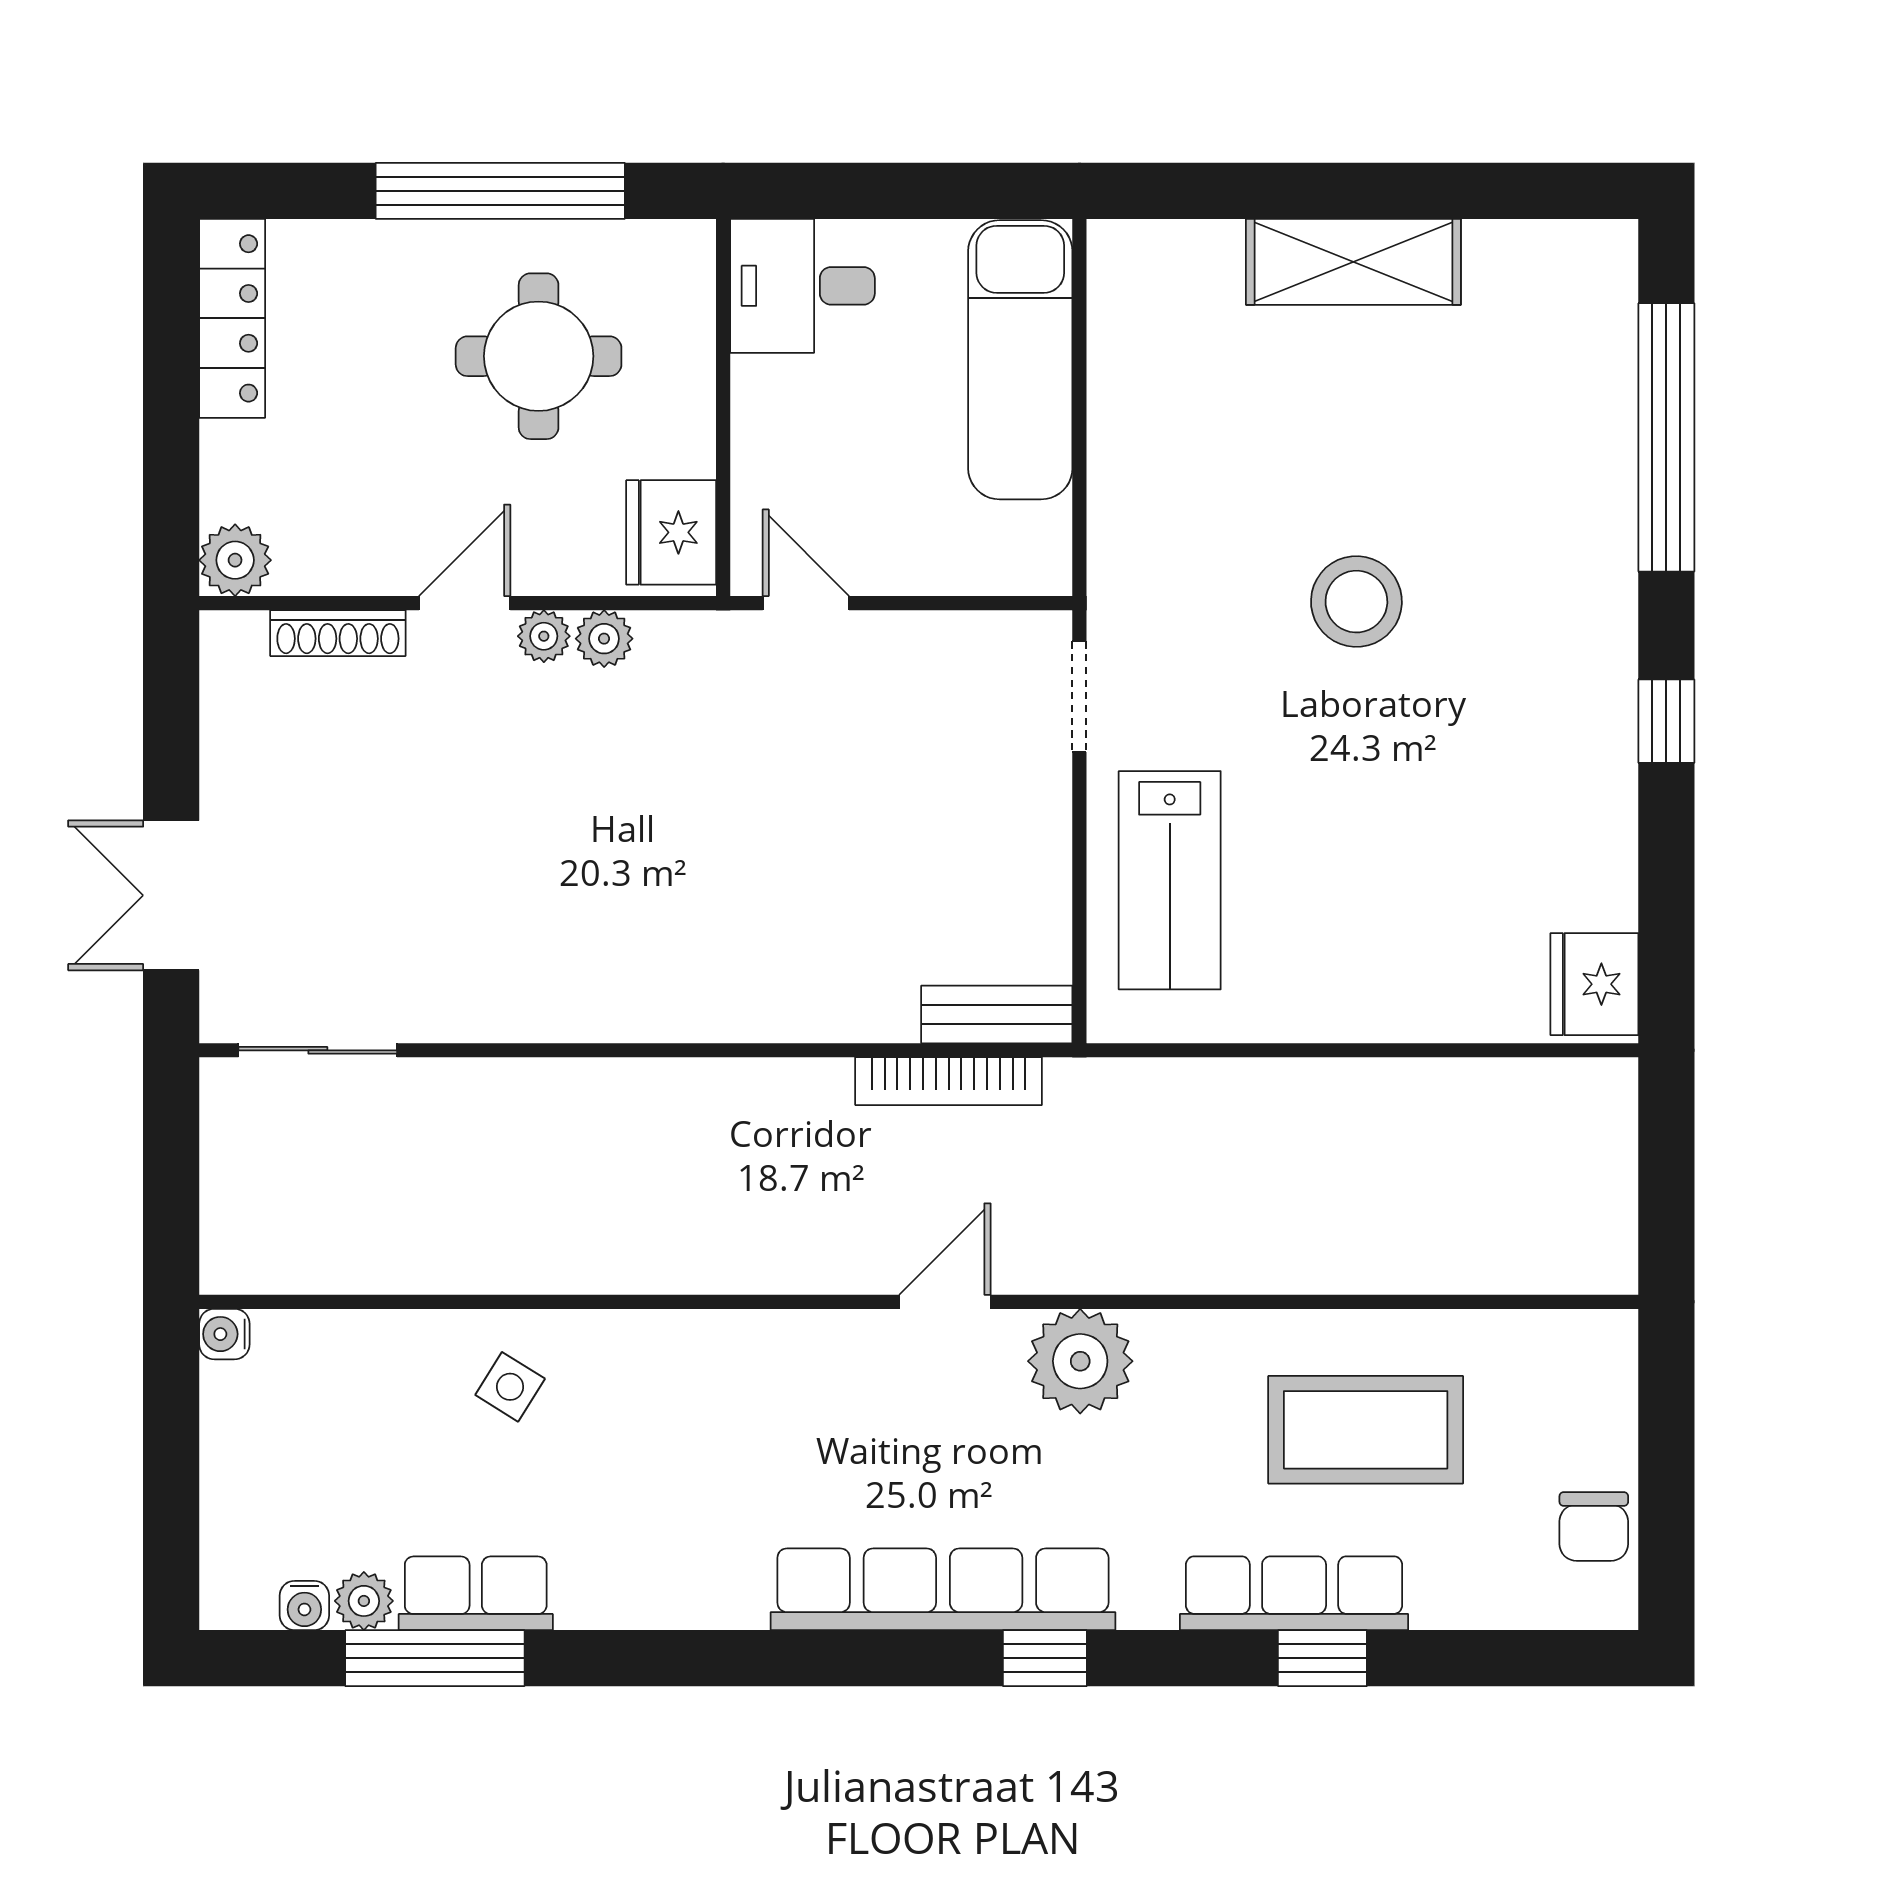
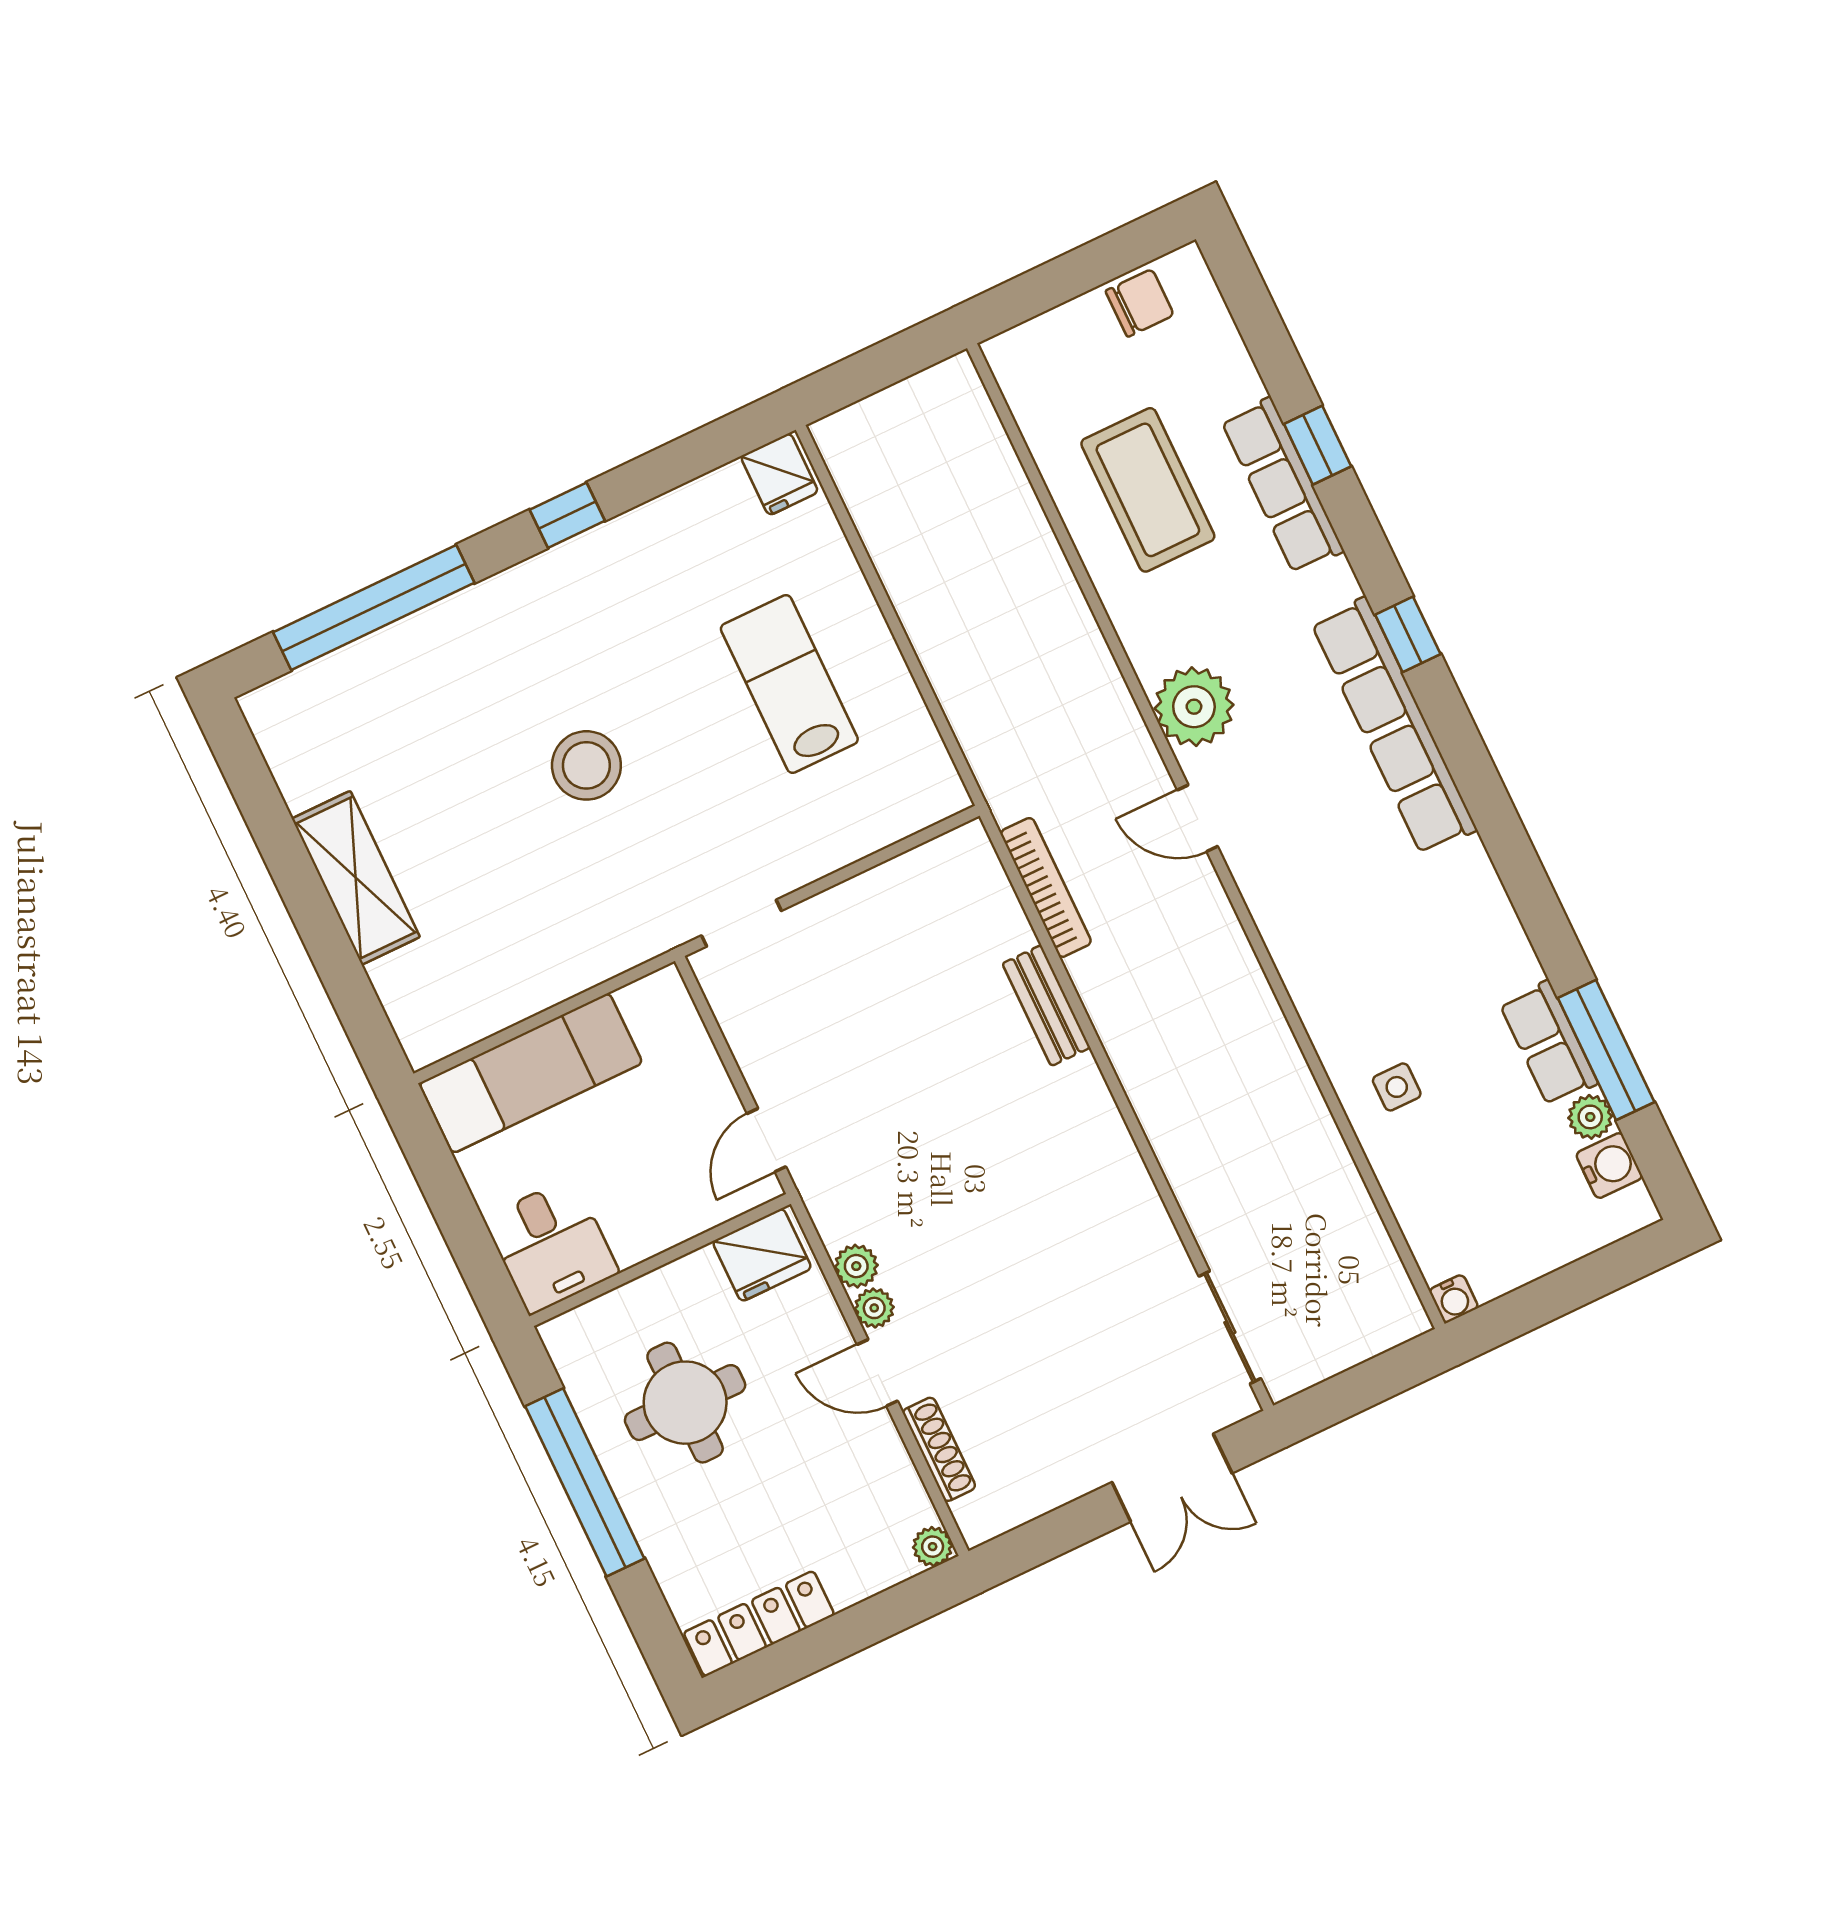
plant: (235, 560) -> (933, 1547), width x0.73, depth x0.73
lab bench: (1170, 880) -> (789, 684), moved, turned -90
fridge: (1594, 984) -> (779, 474), width x0.72
bench: (997, 1014) -> (1046, 1005), moved
side table: (510, 1387) -> (1397, 1087), turned -32
water cooler: (304, 1606) -> (1609, 1166), width x1.38, depth x1.38

